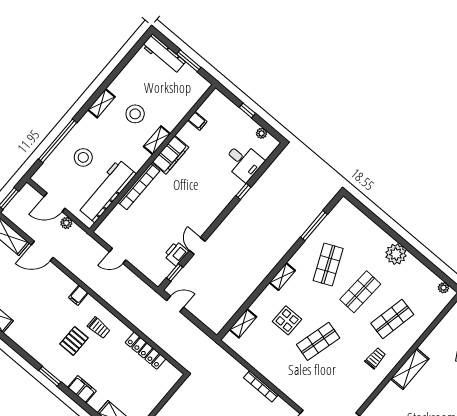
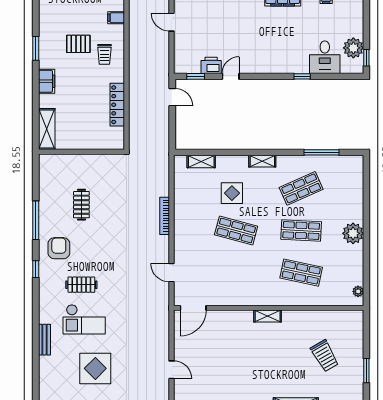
window: (247, 110) -> (366, 58), moved
plant: (262, 133) -> (353, 48), width x1.87, depth x1.87
trolley: (375, 358) -> (260, 285), removed
shelving: (410, 369) -> (268, 316), width x0.67, depth x0.75

